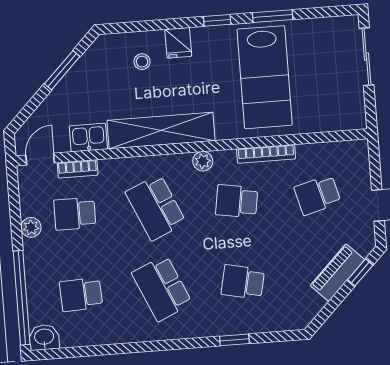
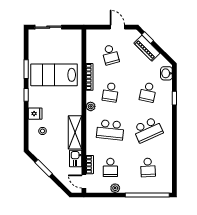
lab bench: (265, 77) -> (54, 75), turned 180
shelving: (161, 131) -> (75, 132), width x0.68
school desk: (156, 207) -> (110, 130), turned 30
washbasin: (44, 337) -> (166, 73), moved

